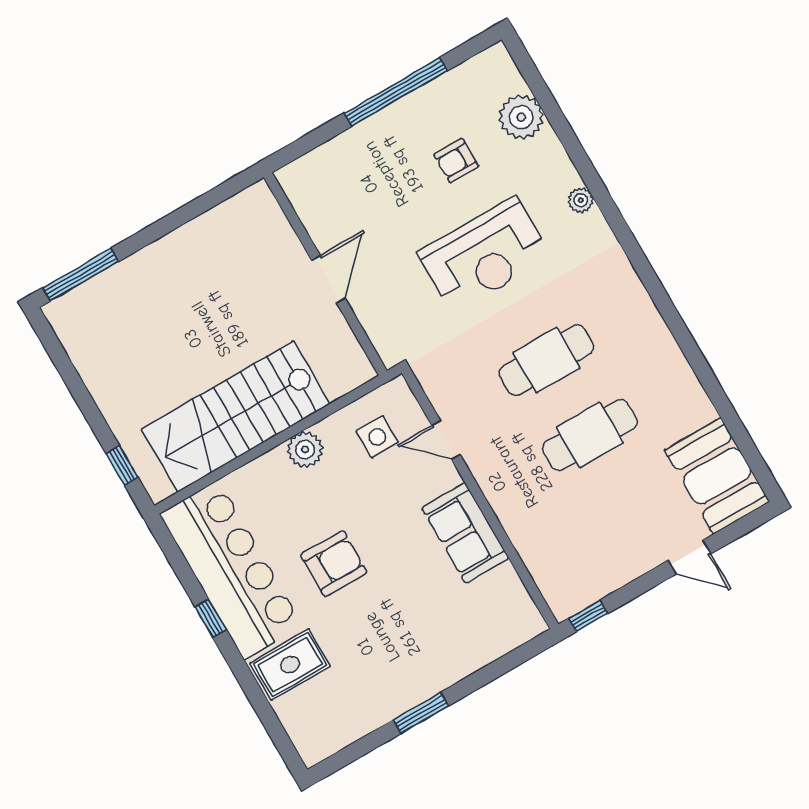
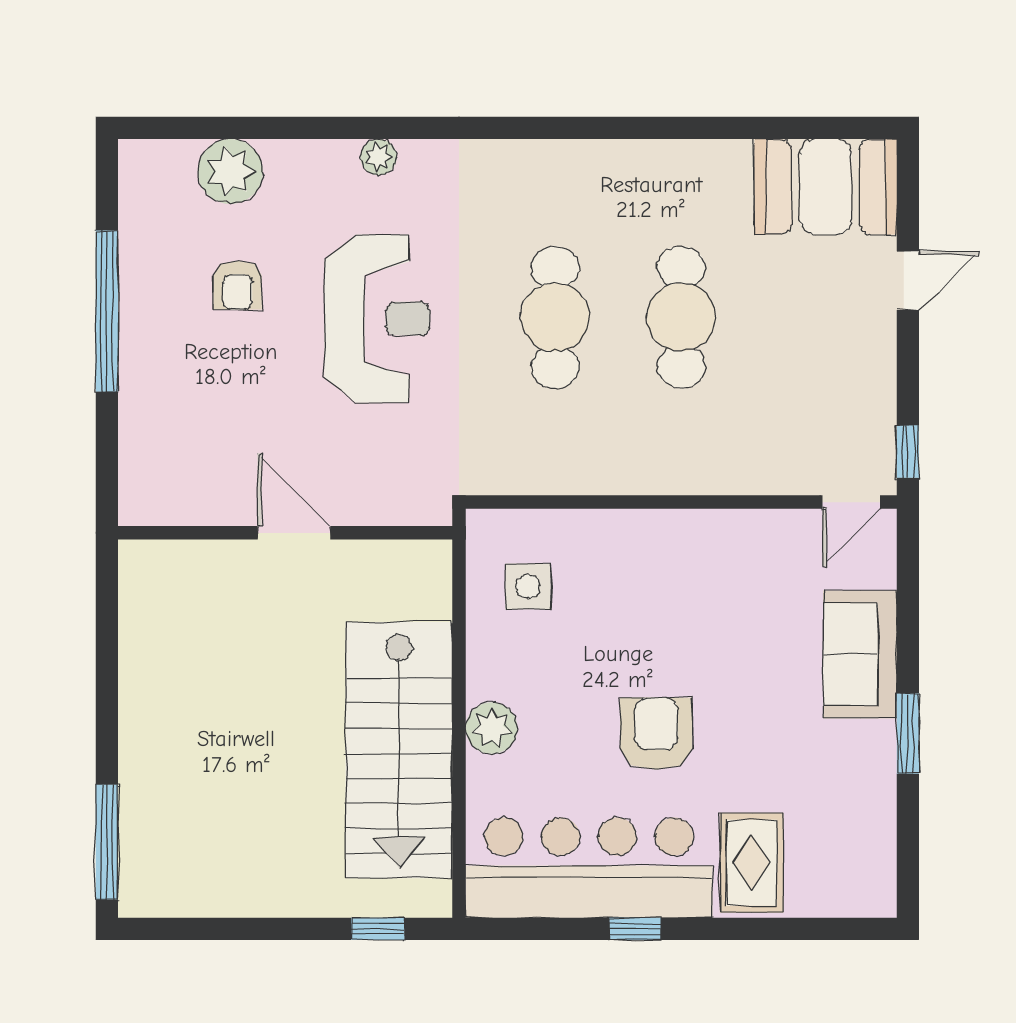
door: (446, 440) -> (851, 502), moved
plant: (305, 450) -> (491, 728), moved
sofa: (465, 533) -> (860, 654), moved, turned 90

